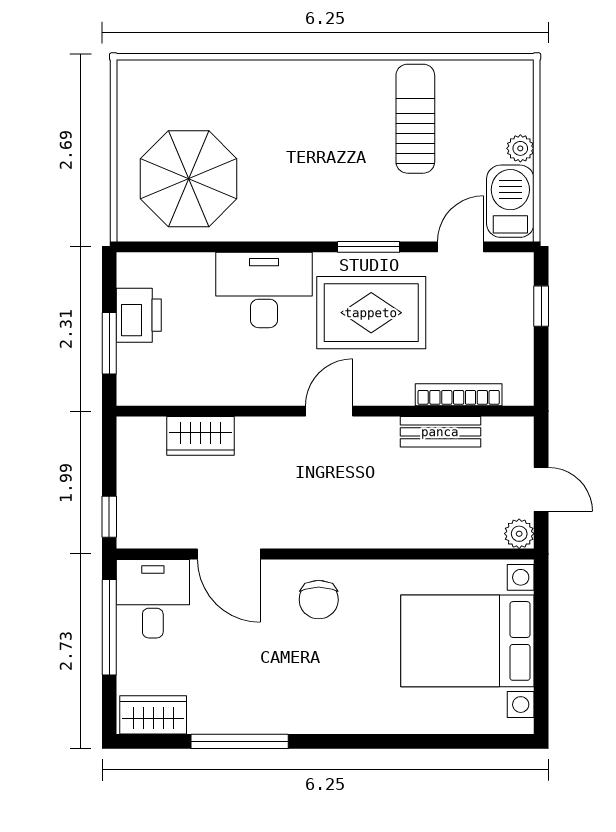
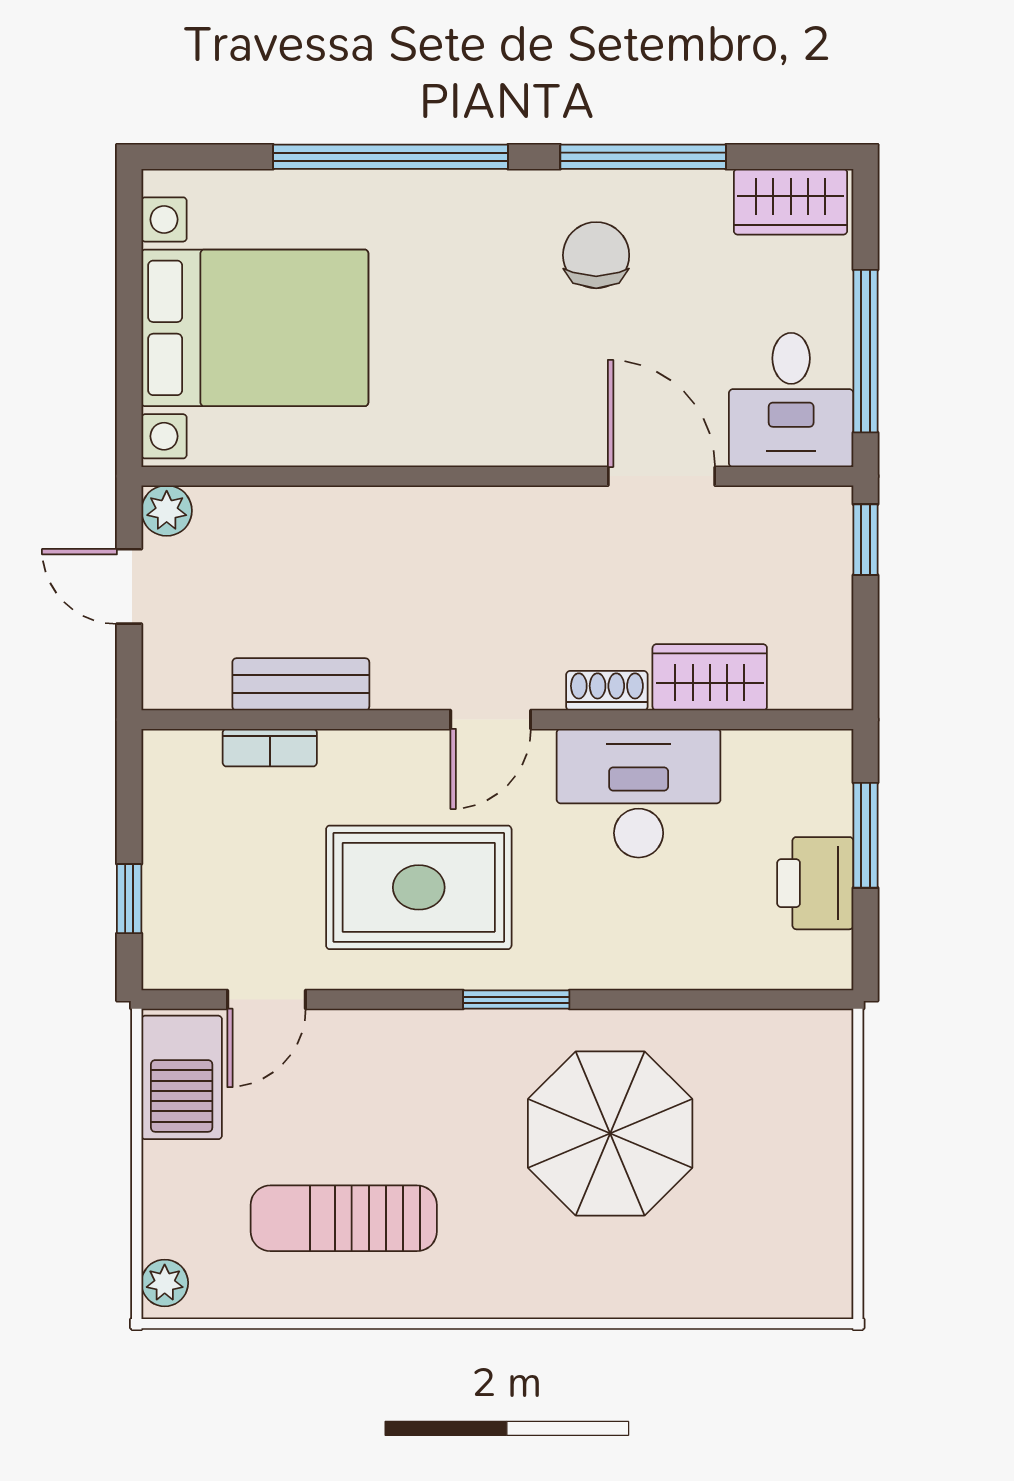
sun lounger: (415, 119) -> (344, 1218), turned 90
plant: (520, 148) -> (165, 1283), moved
parasol: (189, 179) -> (610, 1133), moved
window: (369, 247) -> (516, 1000), moved
desk: (264, 290) -> (639, 793), moved, turned 180
bookcase: (459, 395) -> (270, 748), width x0.64
shoe rack: (261, 428) -> (607, 691), added
chair: (319, 600) -> (596, 255), moved
window: (388, 741) -> (391, 157), added

